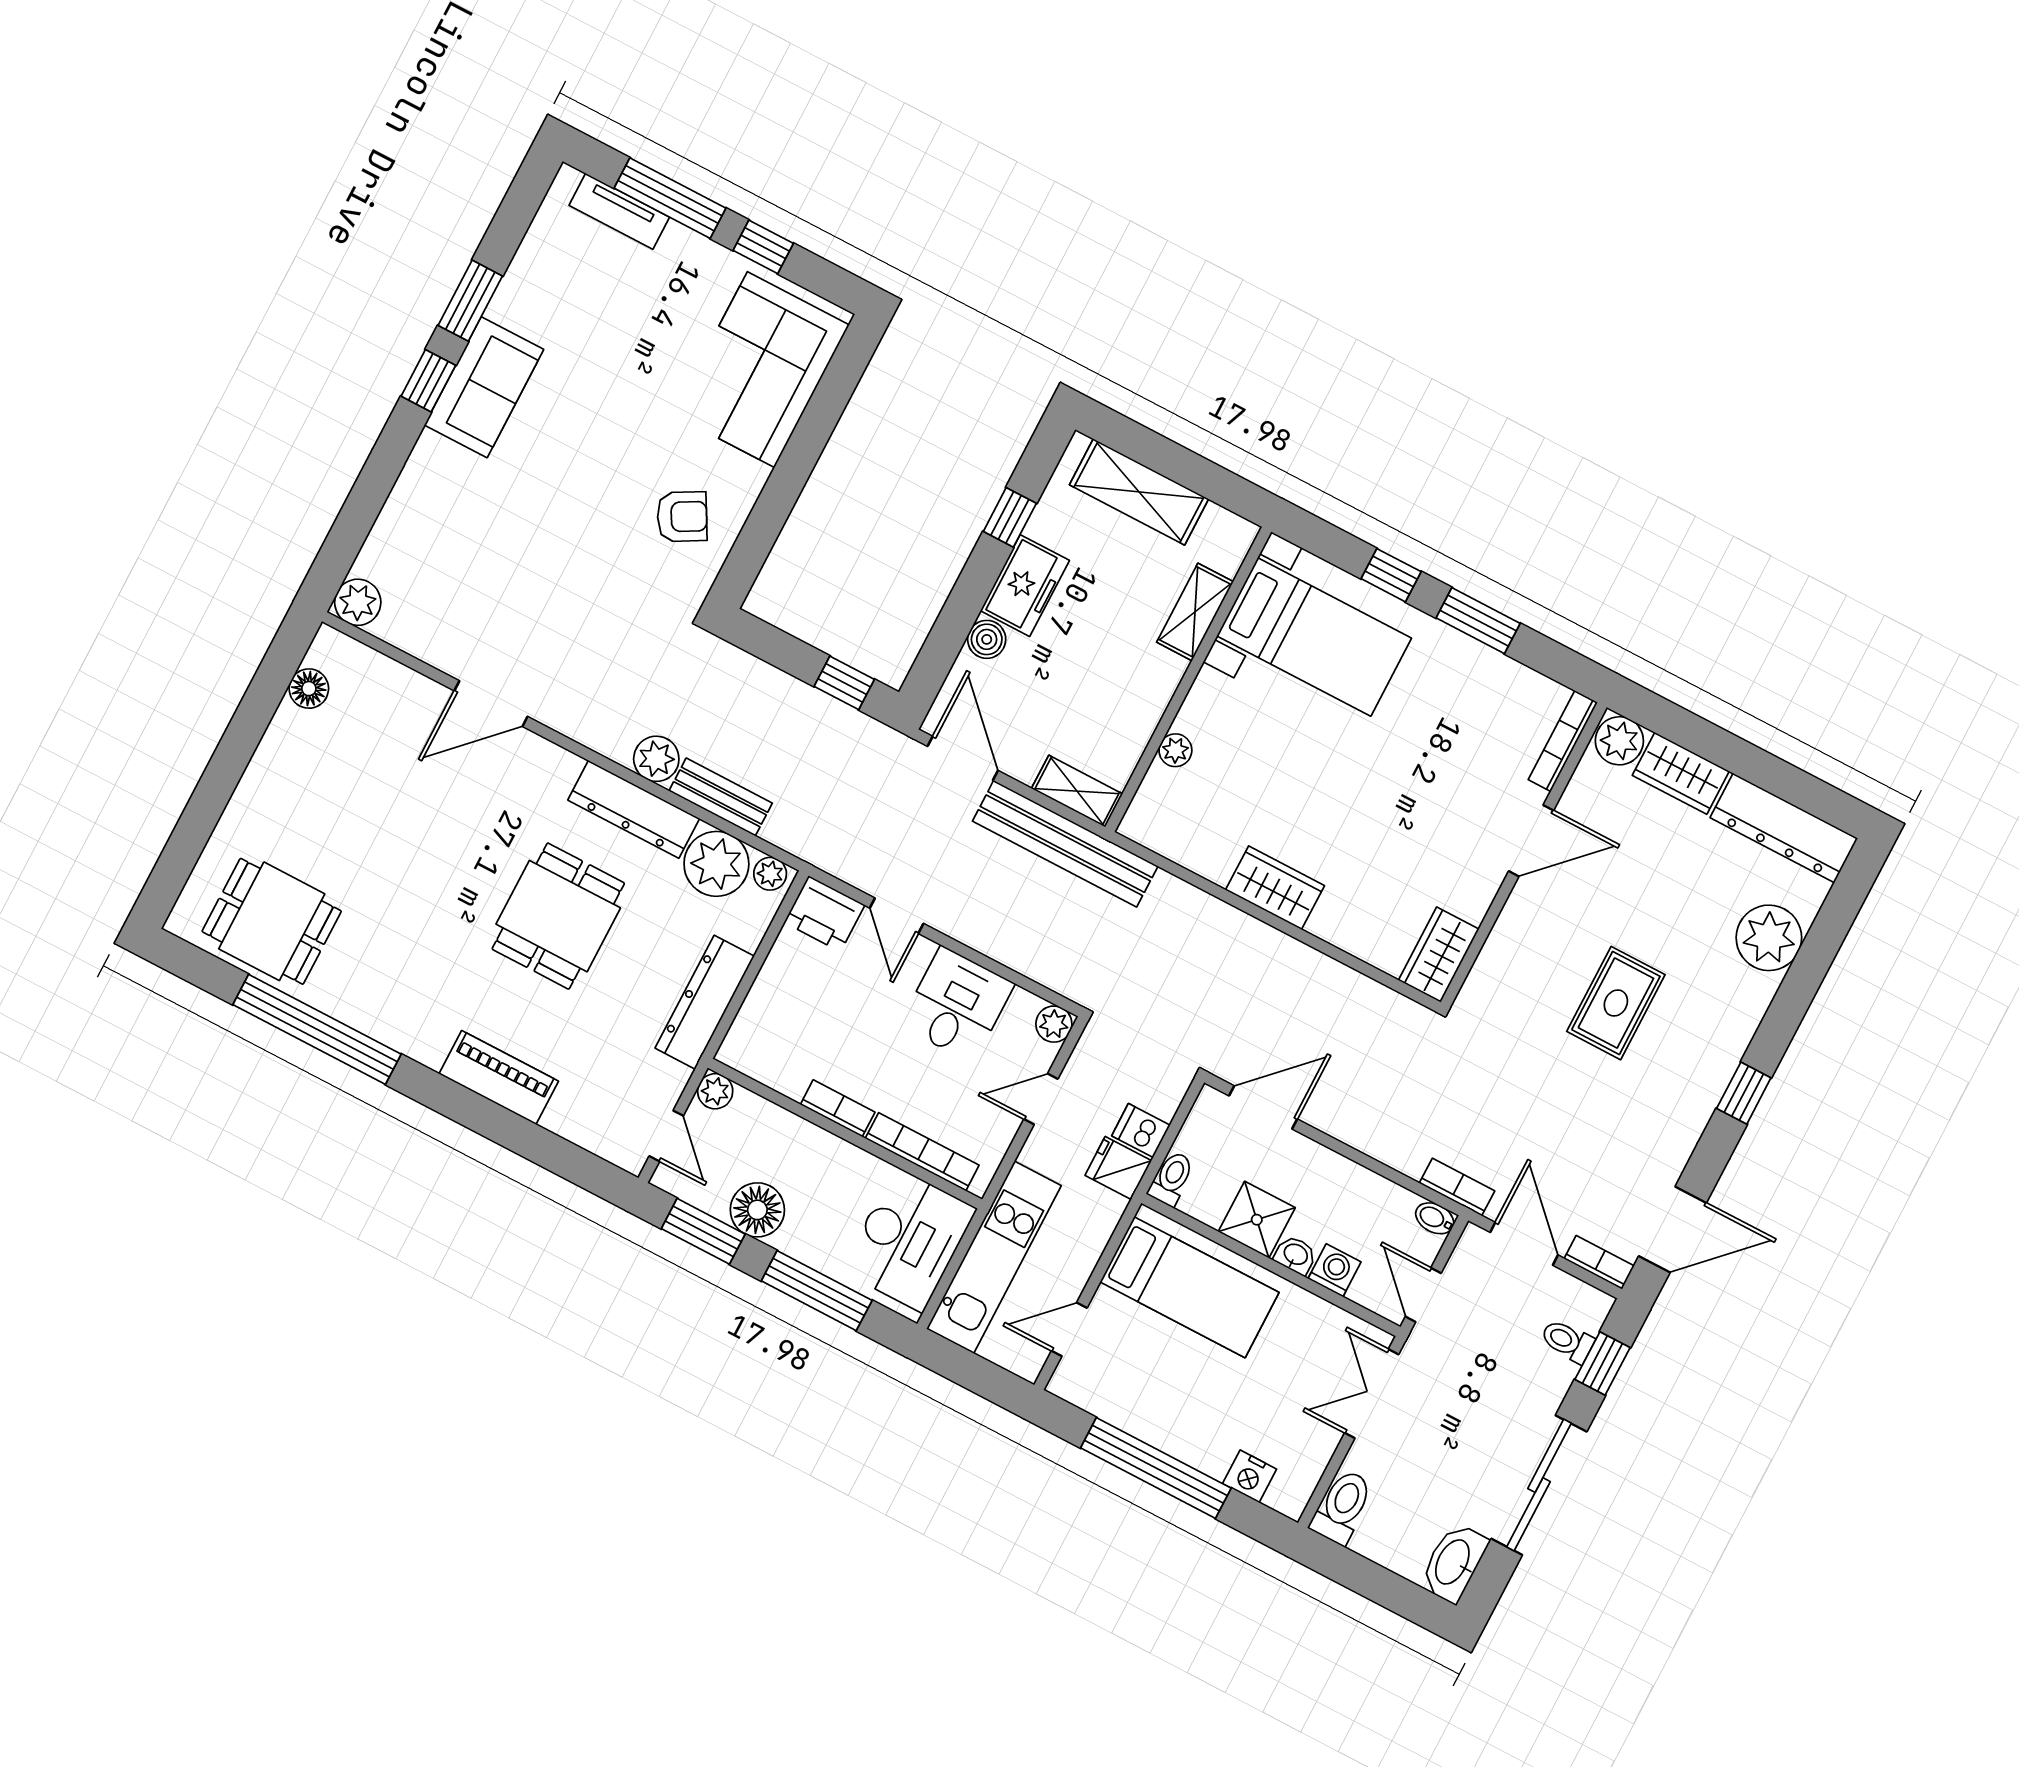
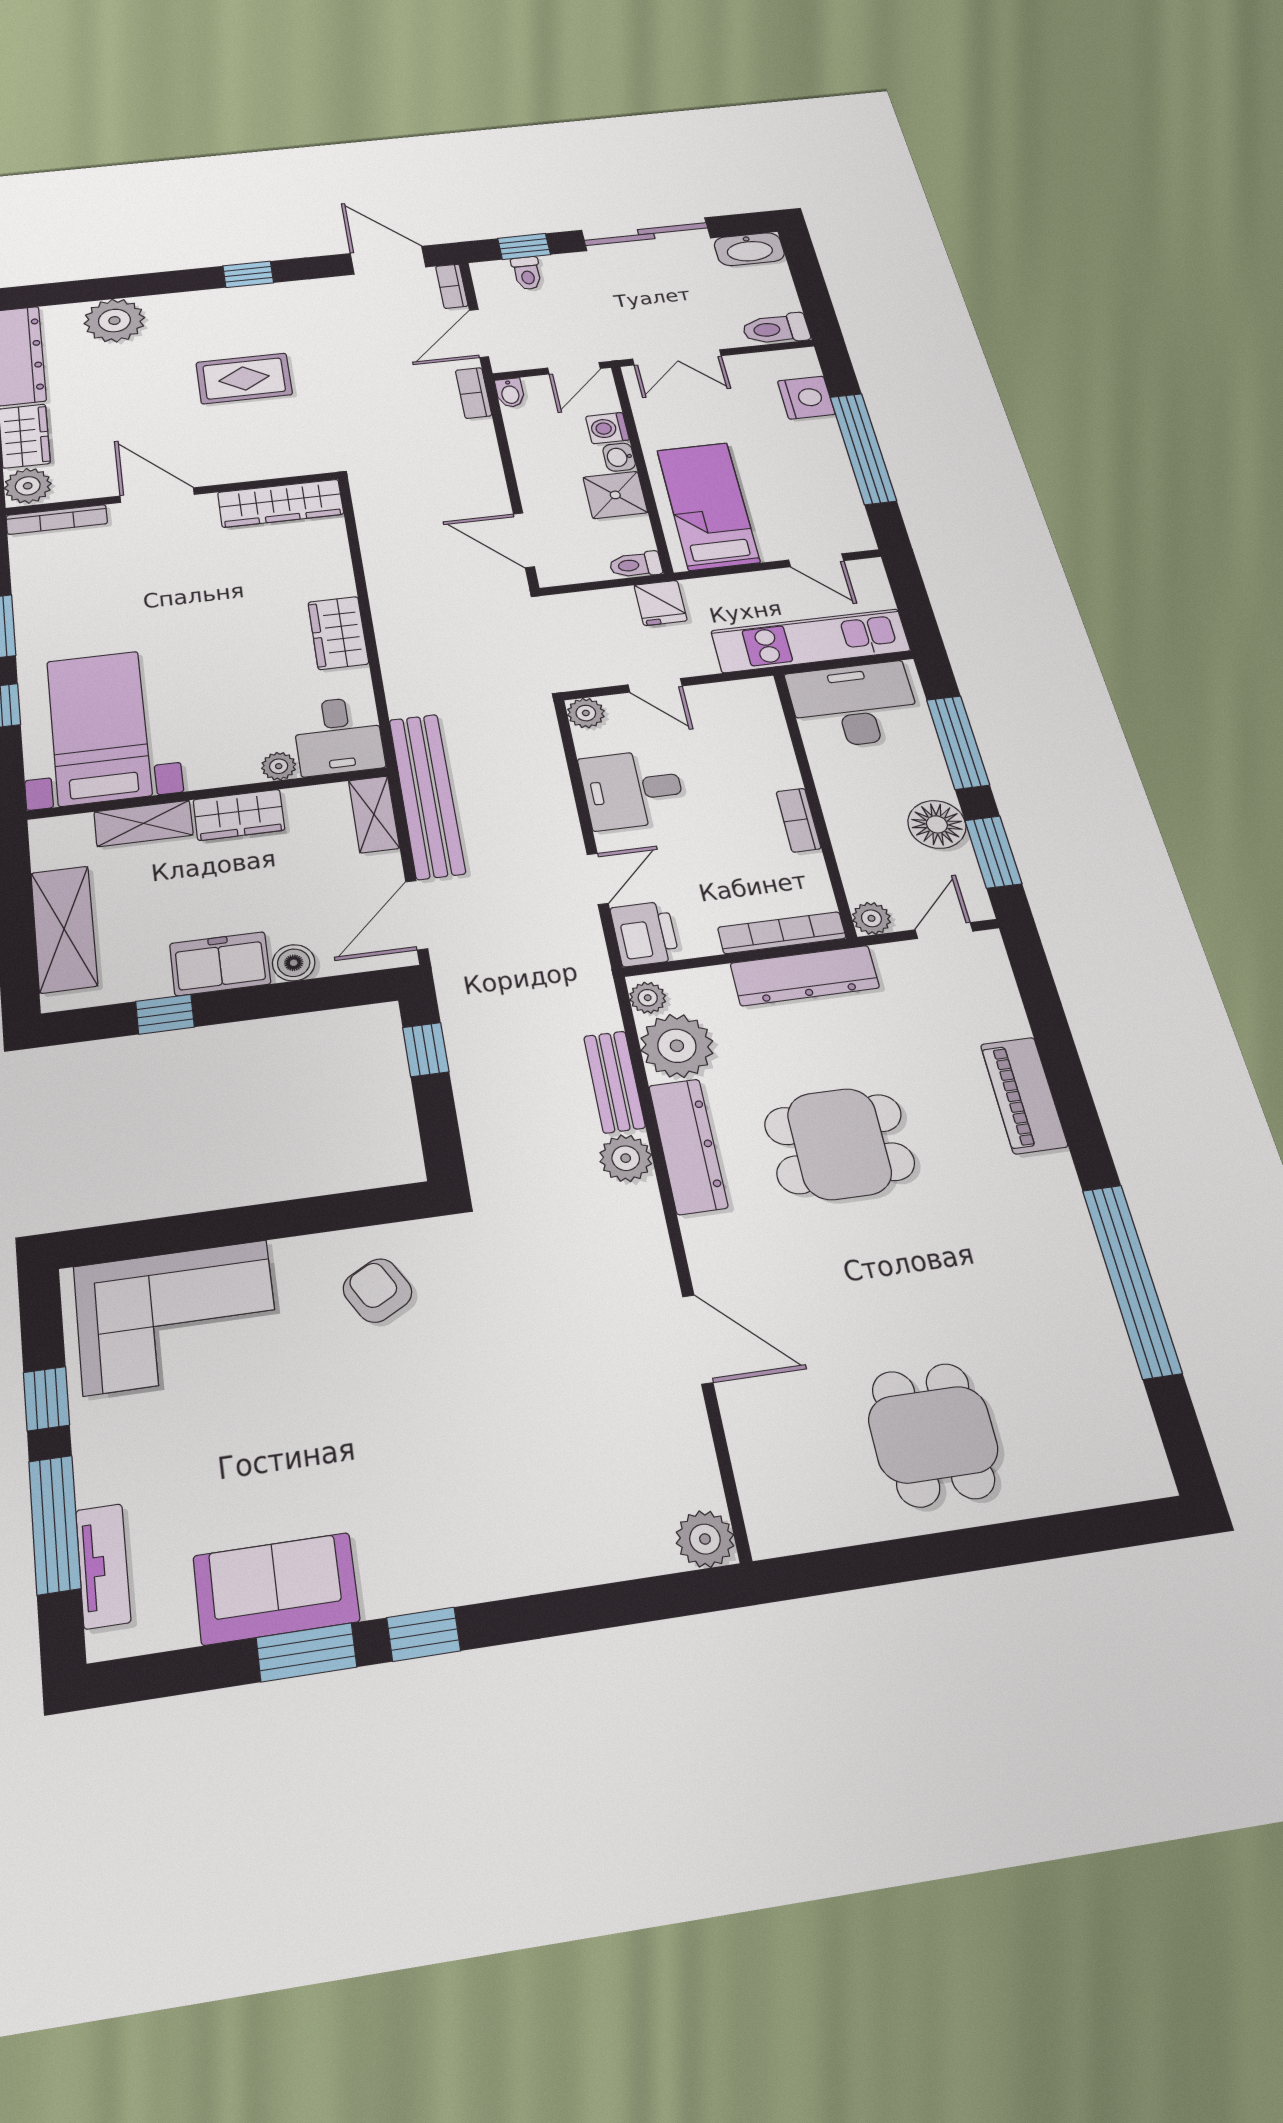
sofa: (484, 387) -> (276, 1589), moved
floor lamp: (309, 689) -> (829, 1524), removed
wardrobe: (1151, 689) -> (239, 815), added
desk: (1172, 816) -> (338, 736), added
dining table: (272, 921) -> (933, 1434), moved
wardrobe: (1439, 955) -> (281, 503), width x1.50
dishwasher: (1141, 1130) -> (617, 606), removed
bookcase: (922, 1152) -> (782, 933), moved, turned 90
nightstand: (1250, 1476) -> (806, 398), width x1.36, depth x1.33

